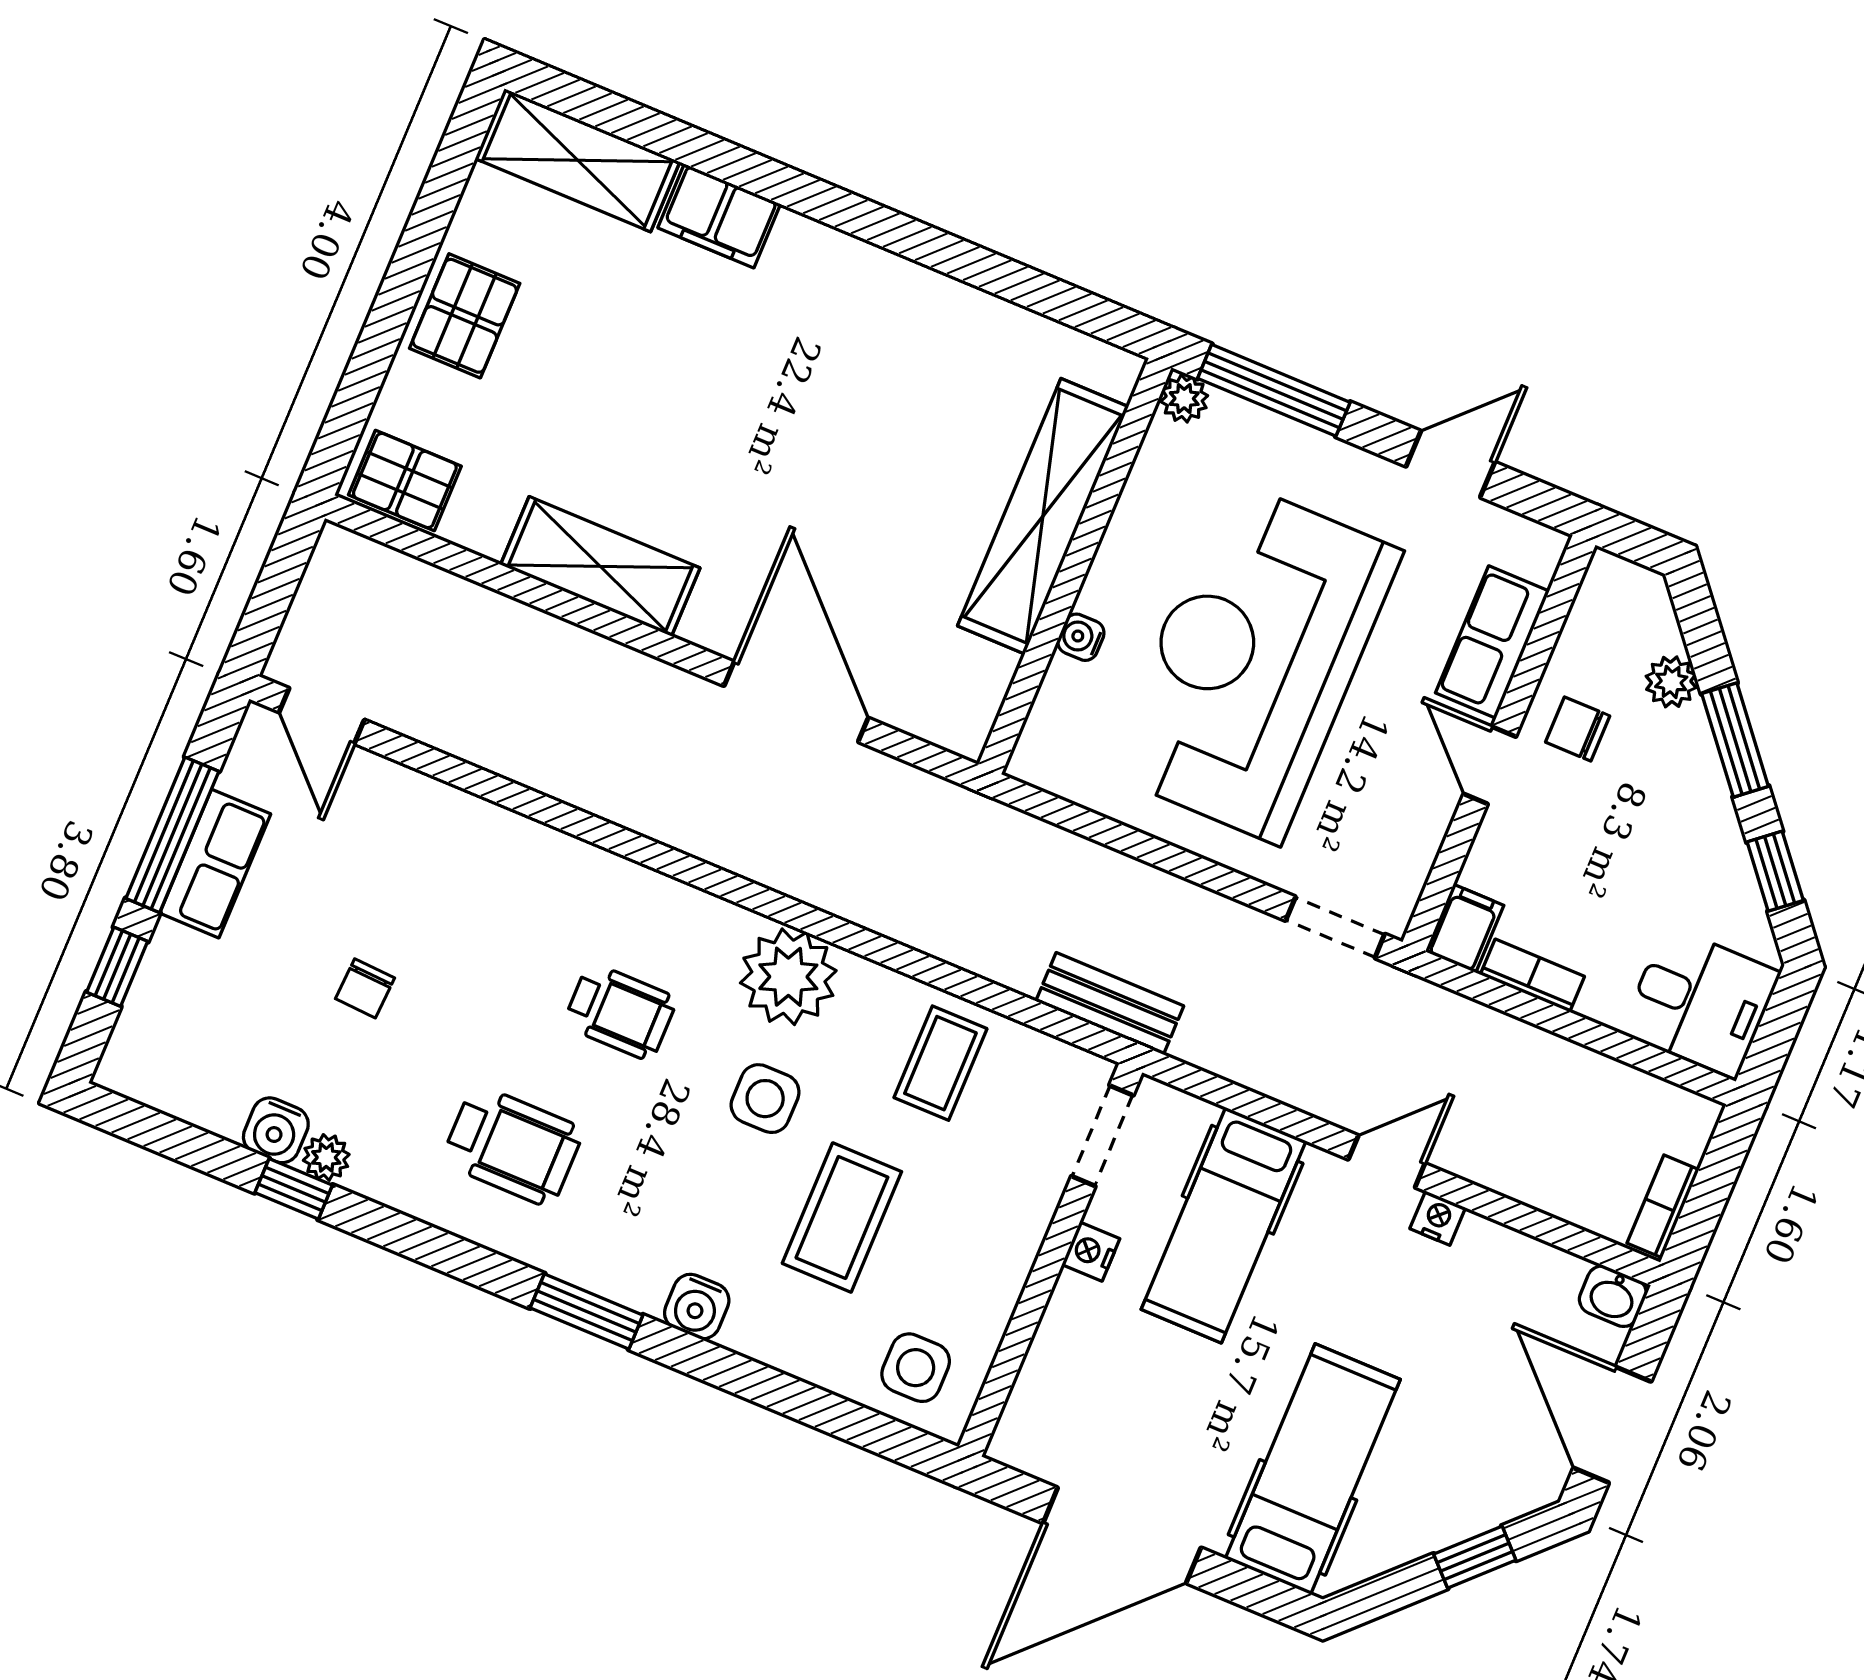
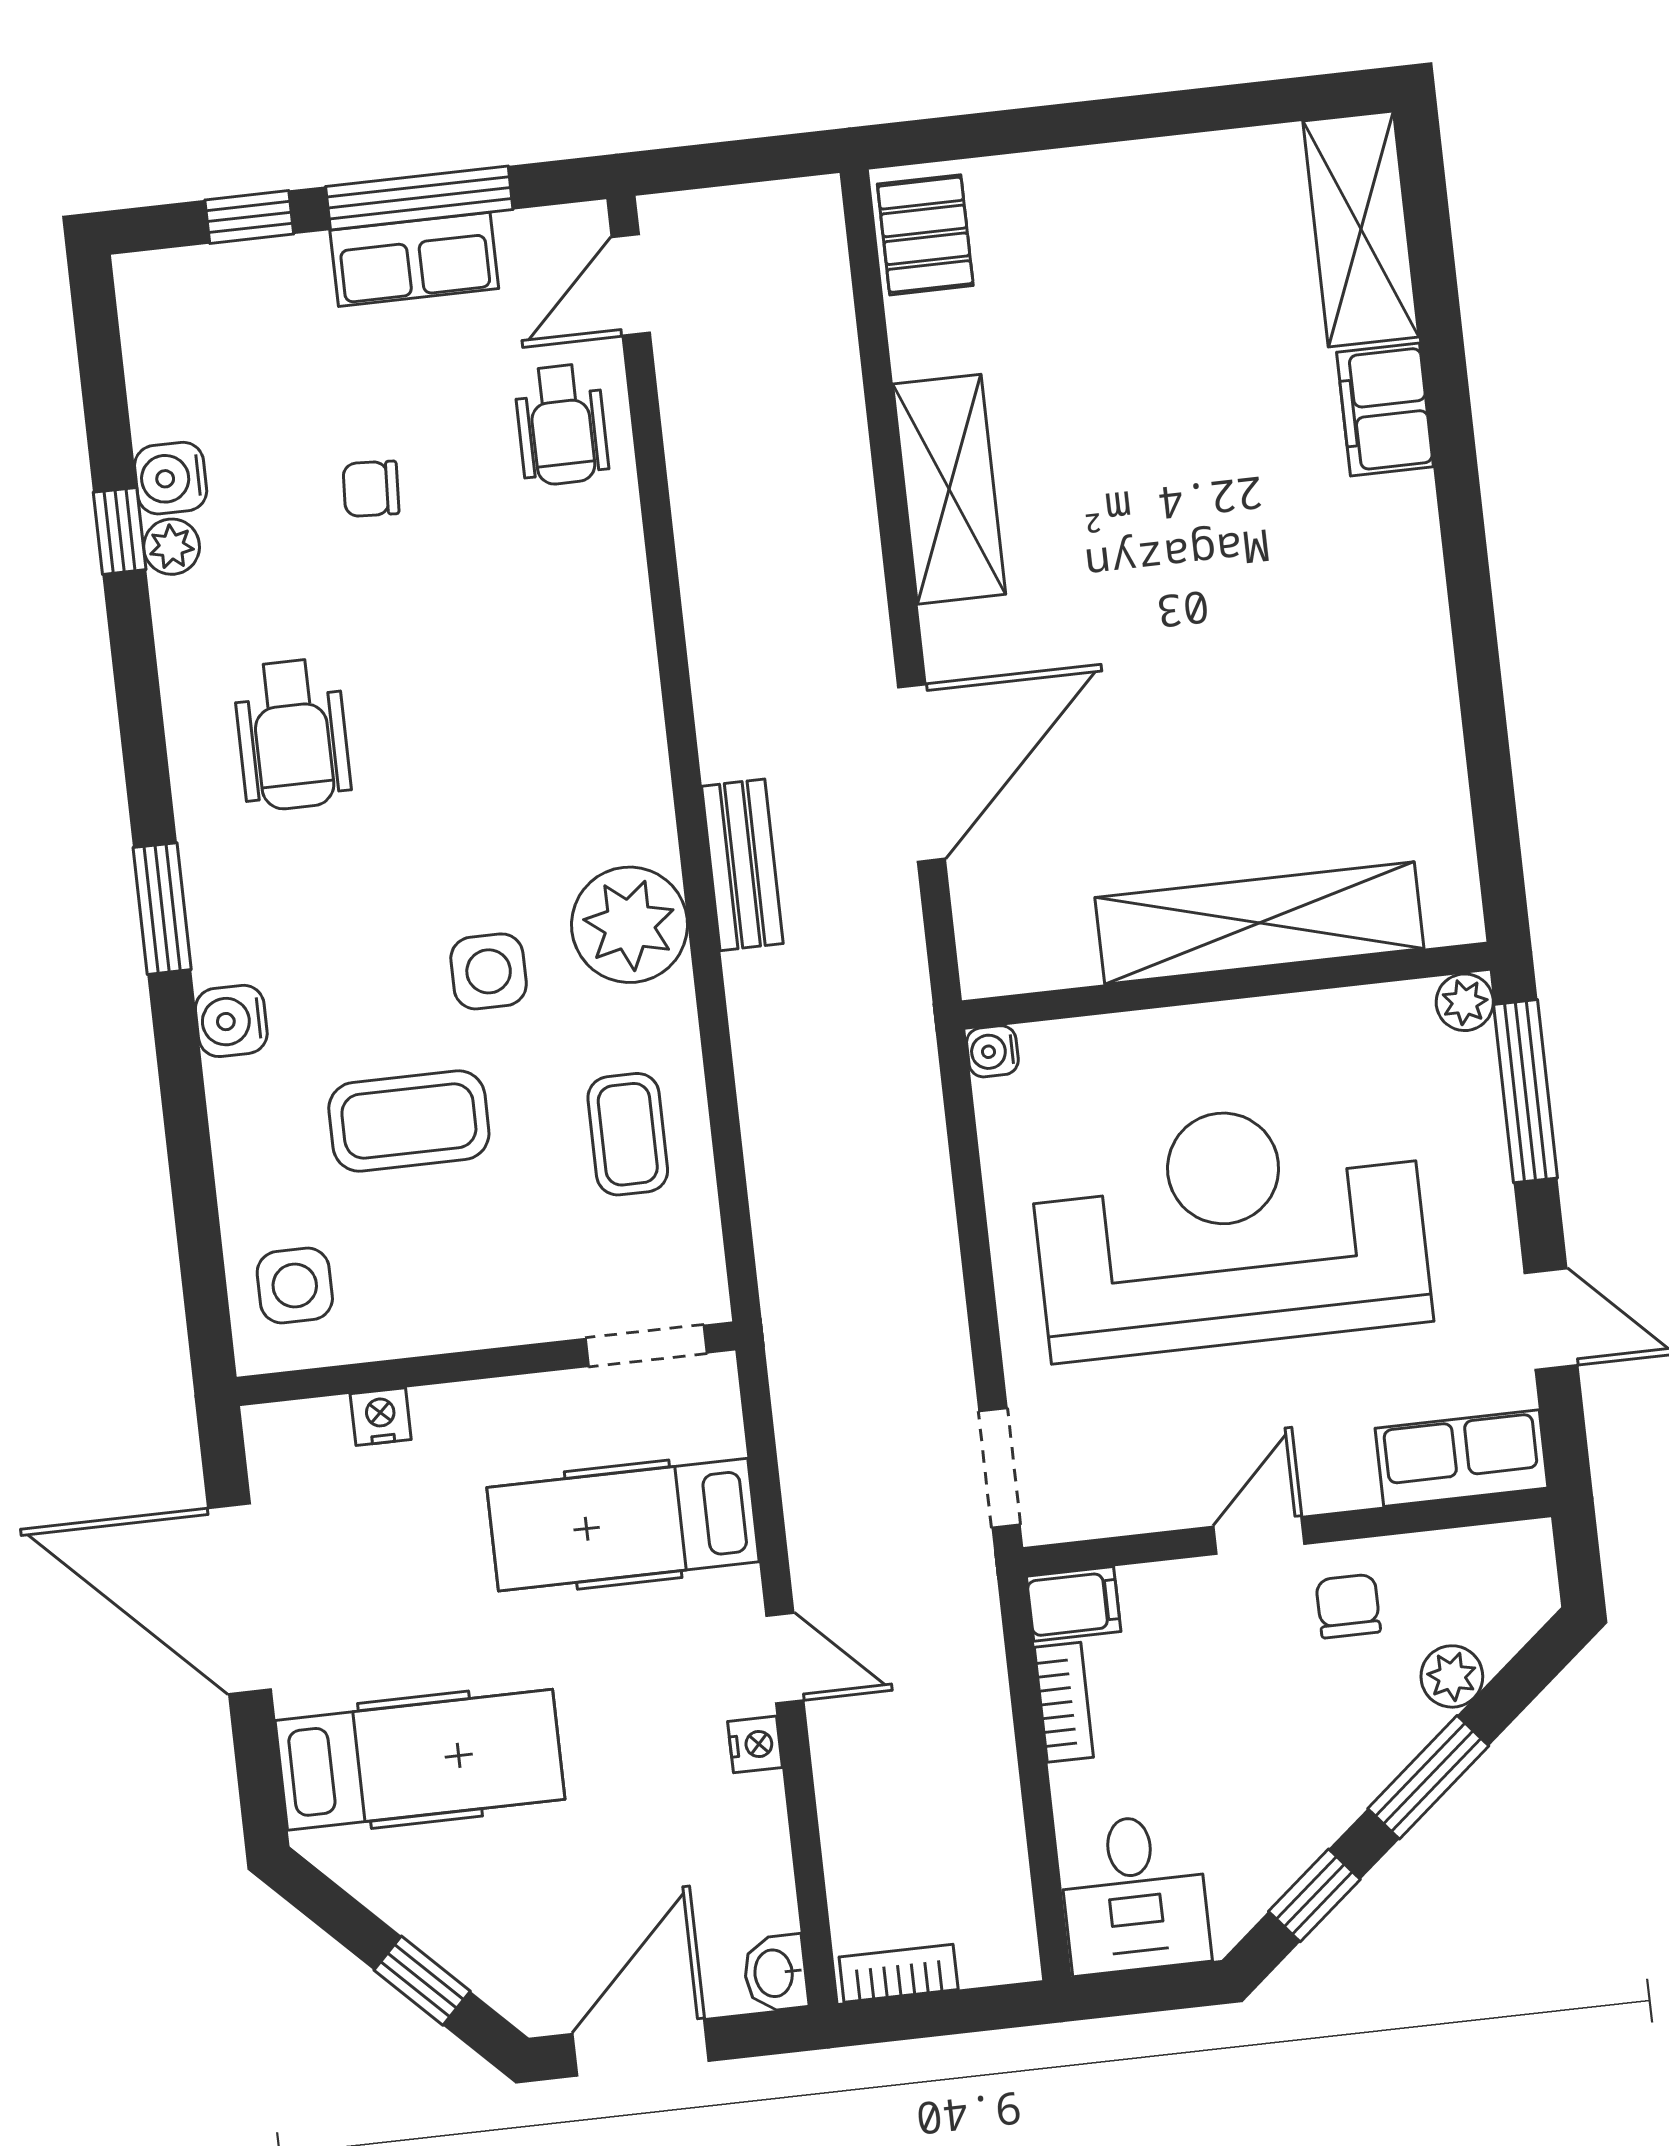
pallet: (465, 316) -> (1132, 201), removed
water cooler: (1081, 637) -> (992, 1051), moved, turned -90
row of seats: (1492, 642) -> (1462, 1458), moved
bench: (1110, 1004) -> (742, 865), moved
wheelchair: (620, 1012) -> (561, 425), moved
coffee table: (940, 1063) -> (628, 1134), turned 90
nightstand: (1091, 1252) -> (381, 1417), moved

